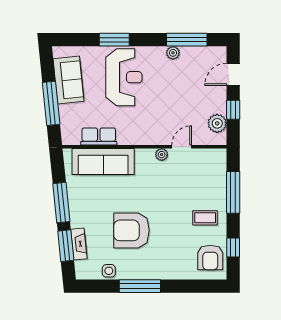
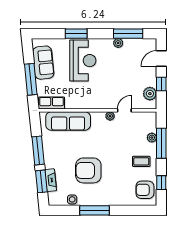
row of seats: (99, 136) -> (52, 103), moved
plant: (220, 185) -> (152, 138), added
armchair: (210, 257) -> (145, 190), turned 90

